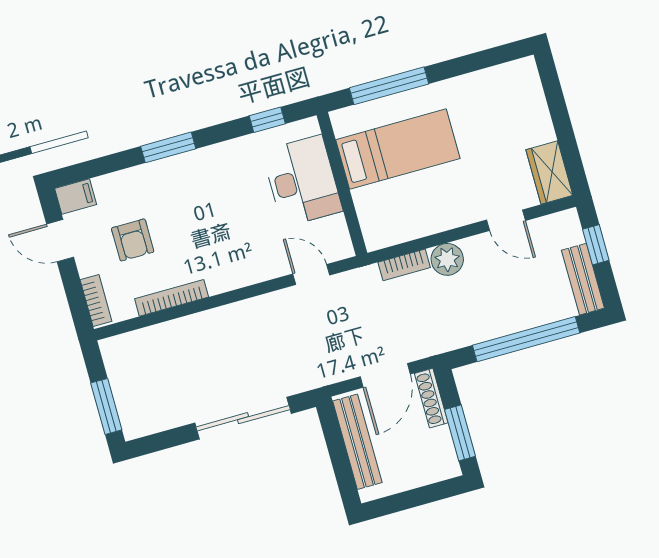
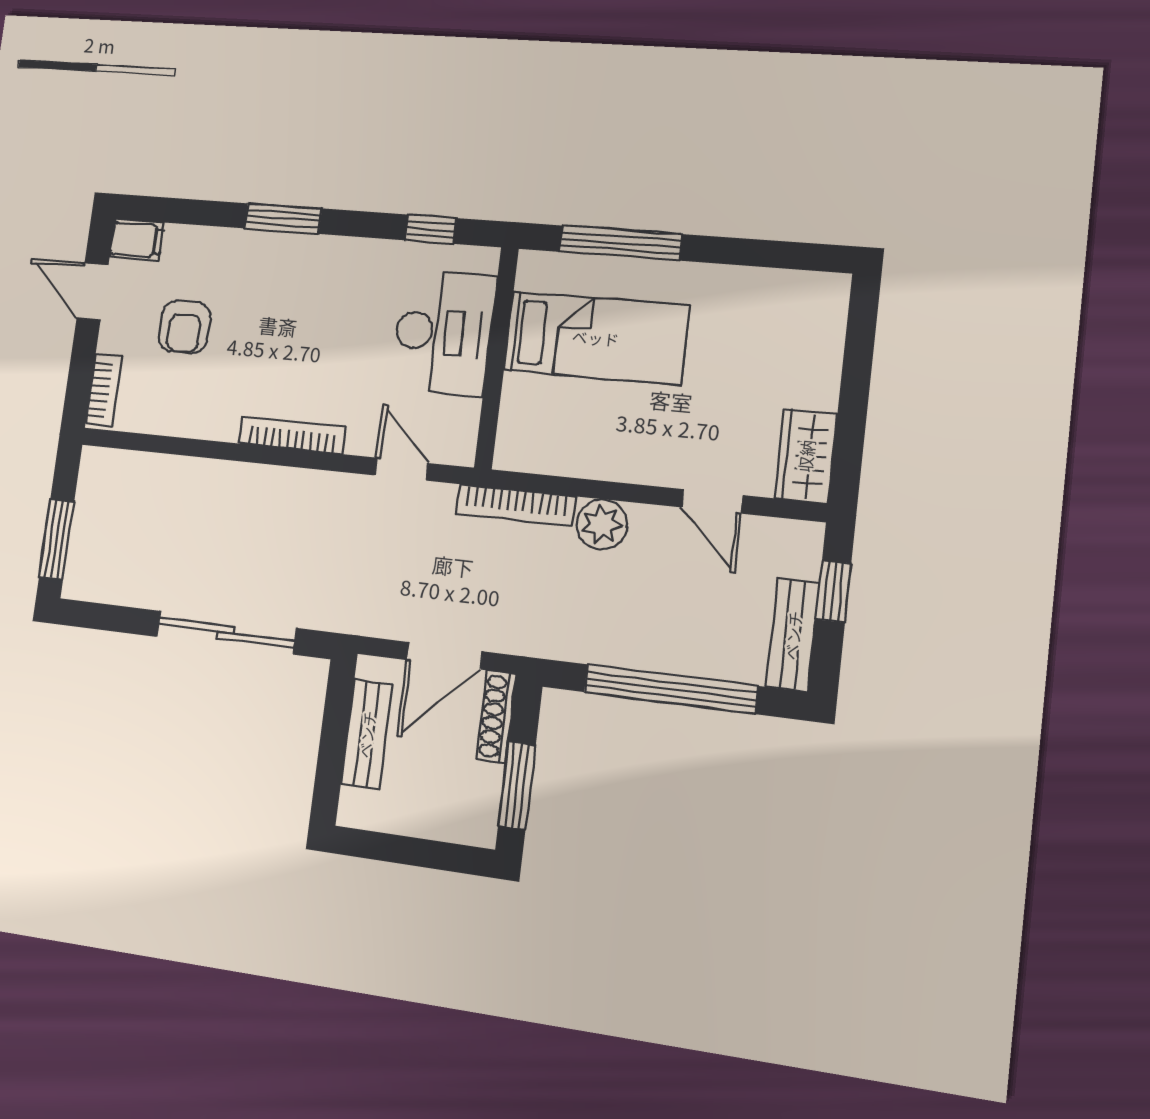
bookcase: (404, 265) -> (516, 505), width x1.56
bookcase: (172, 298) -> (292, 435), moved
bench: (357, 442) -> (367, 734), width x0.73

